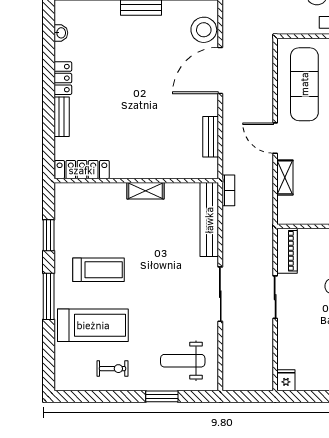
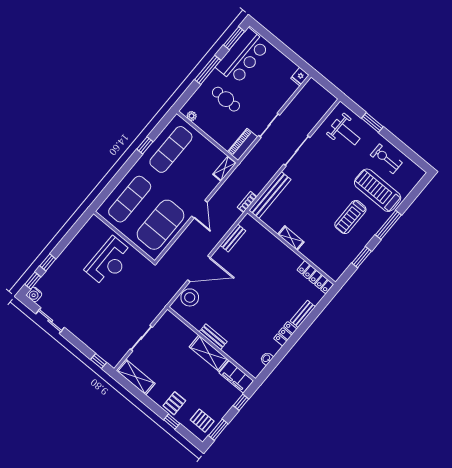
exercise mat: (304, 84) -> (161, 225), width x1.47
shelving: (285, 177) -> (225, 169), moved
treadmill: (98, 270) -> (350, 217), turned -90
exercise bike: (113, 369) -> (386, 159), width x1.38, depth x1.39

